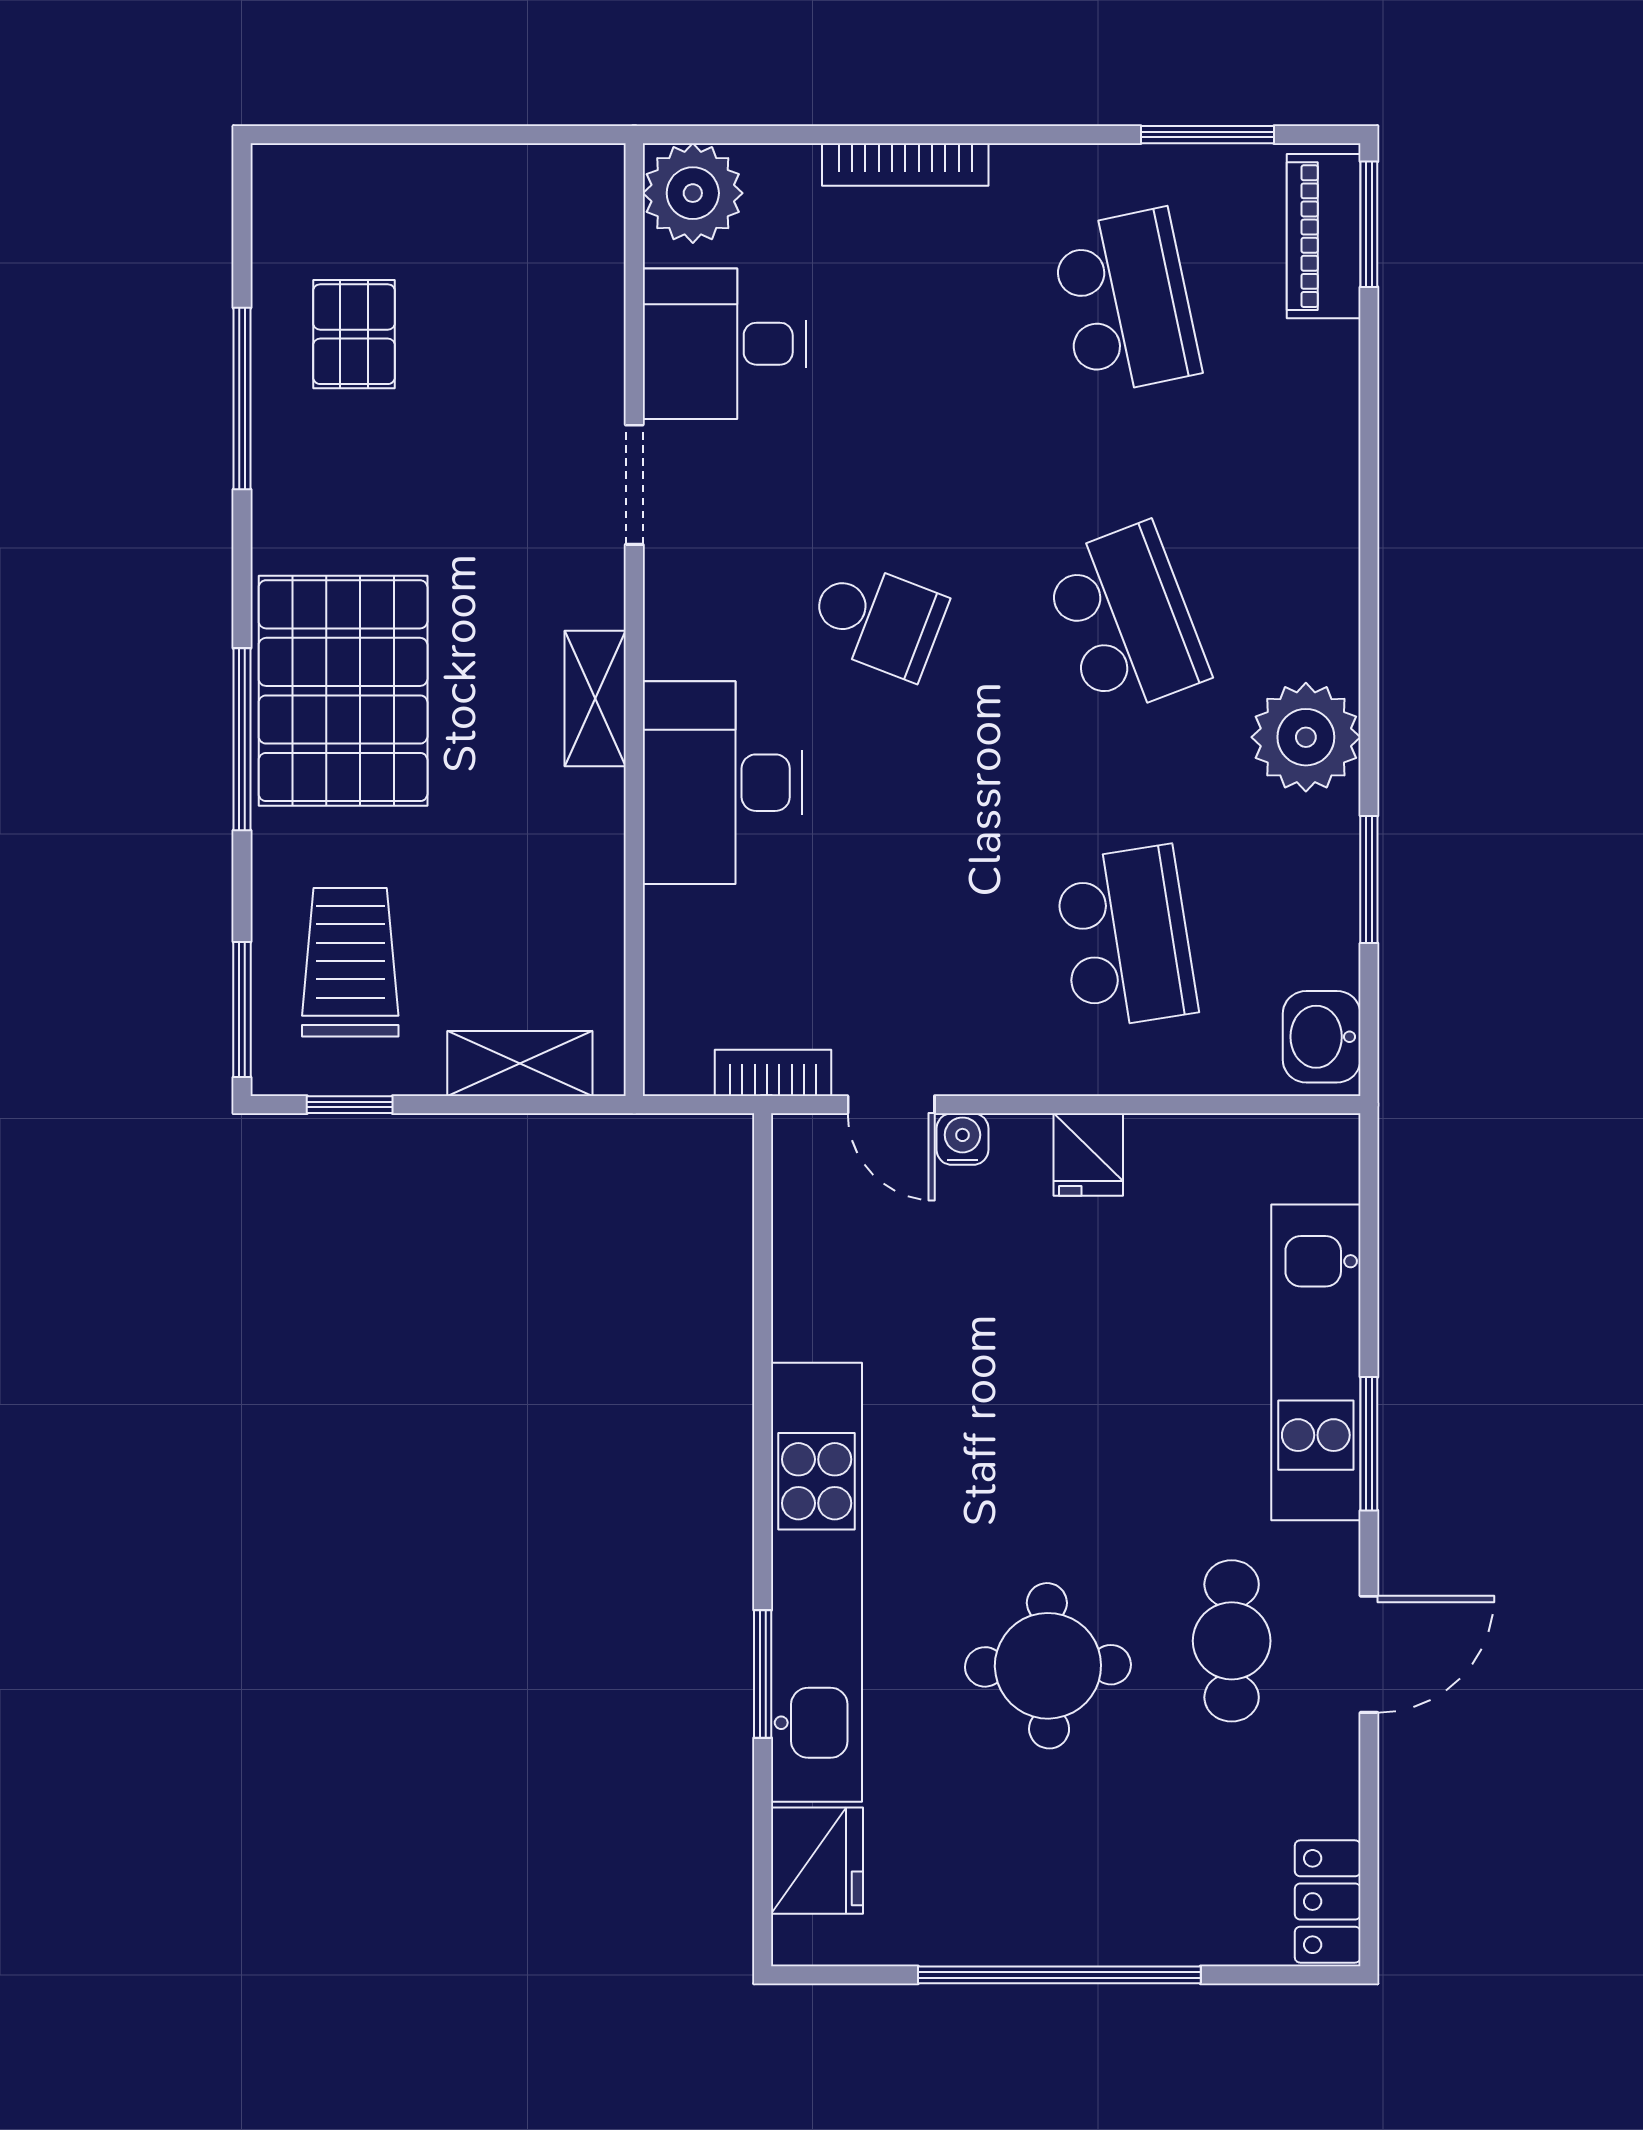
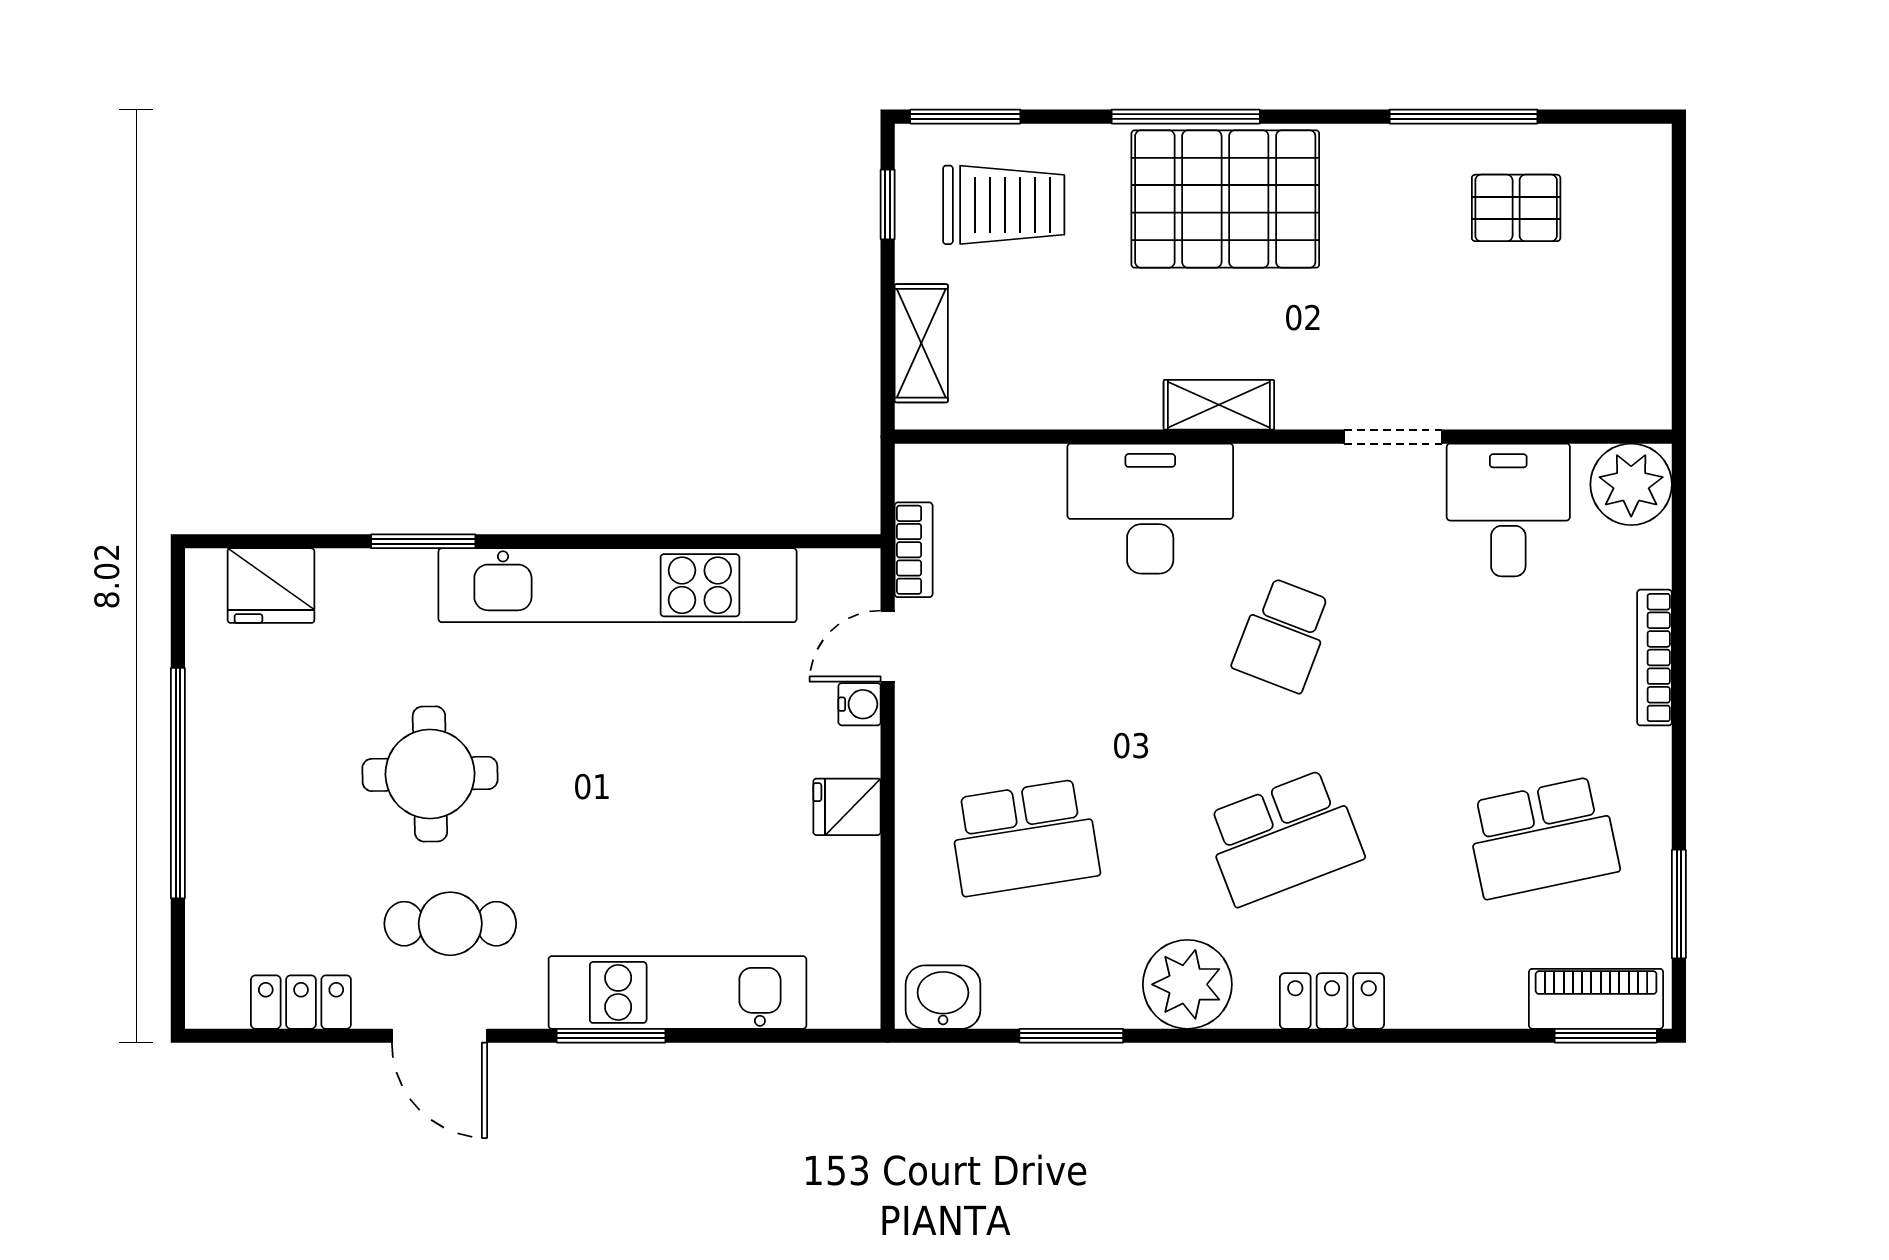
locker: (1326, 560) -> (1332, 1001), added
kitchen unit: (817, 1582) -> (618, 585), moved
locker: (1328, 1902) -> (301, 1002), moved

